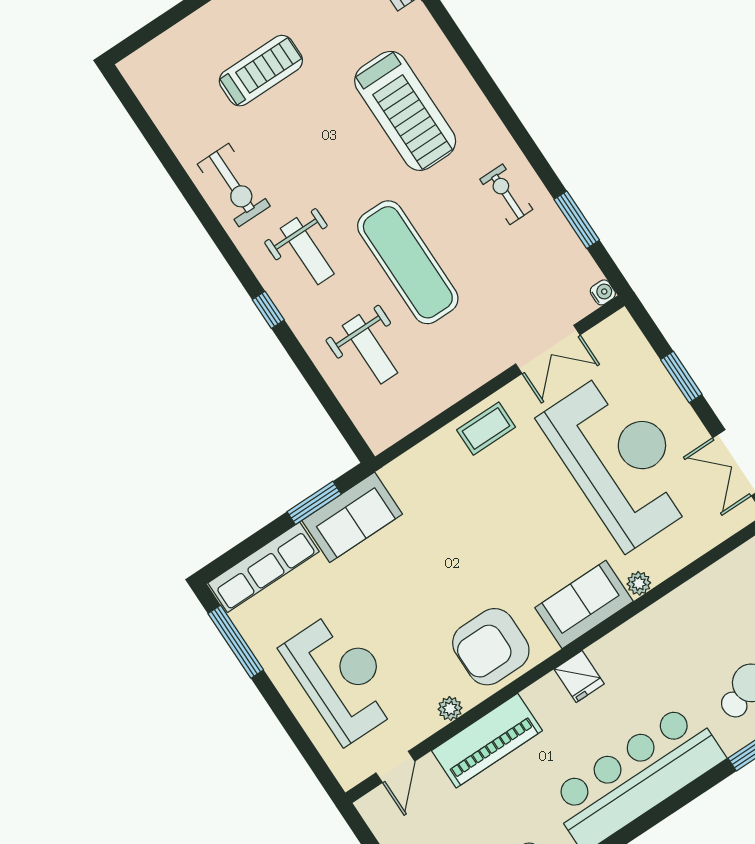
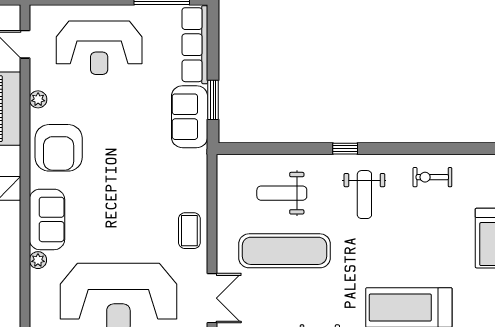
exercise bike: (234, 185) -> (432, 177), width x0.73, depth x0.72
weight bench: (307, 251) -> (364, 195), turned -90
exercise mat: (408, 262) -> (284, 251), moved
double door: (548, 349) -> (212, 298), swing flipped
armchair: (491, 647) -> (59, 148), turned 180

